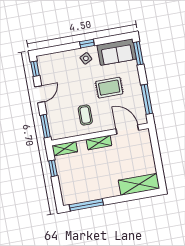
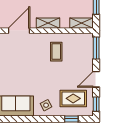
window: (87, 44) -> (71, 119), moved
rug: (109, 88) -> (73, 98), moved
door: (127, 129) -> (19, 31), swing flipped

